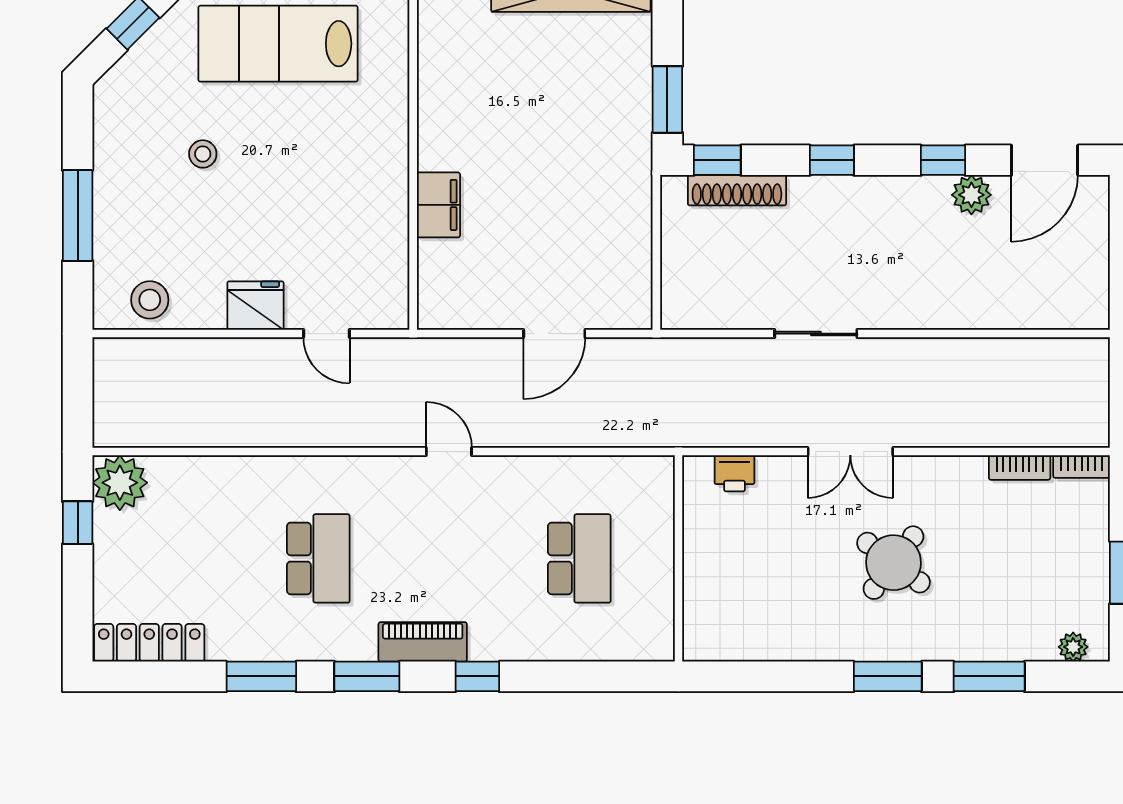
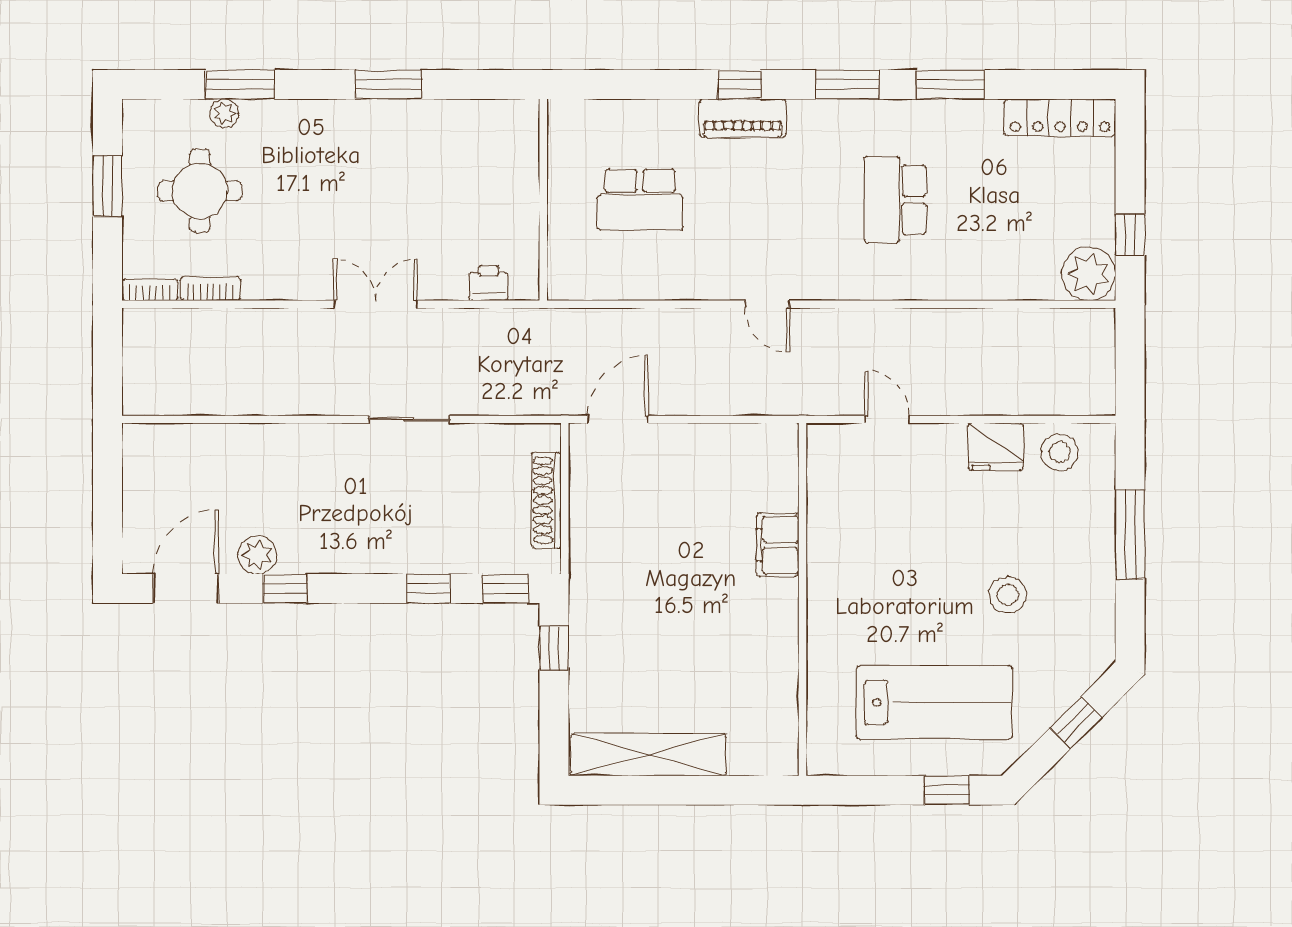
window: (667, 99) -> (554, 648), width x0.67
stool: (203, 154) -> (1008, 595), width x1.37, depth x1.37
window: (832, 160) -> (429, 589), moved
shoe rack: (737, 190) -> (546, 500), moved, turned -90
fridge: (255, 306) -> (995, 447), moved
door: (554, 334) -> (618, 419), moved
school desk: (579, 558) -> (640, 200), turned -90
round table: (893, 563) -> (200, 191), moved, turned -37
piano: (423, 642) -> (743, 118), moved
plant: (1073, 647) -> (224, 113), moved
window: (888, 676) -> (389, 85), moved

